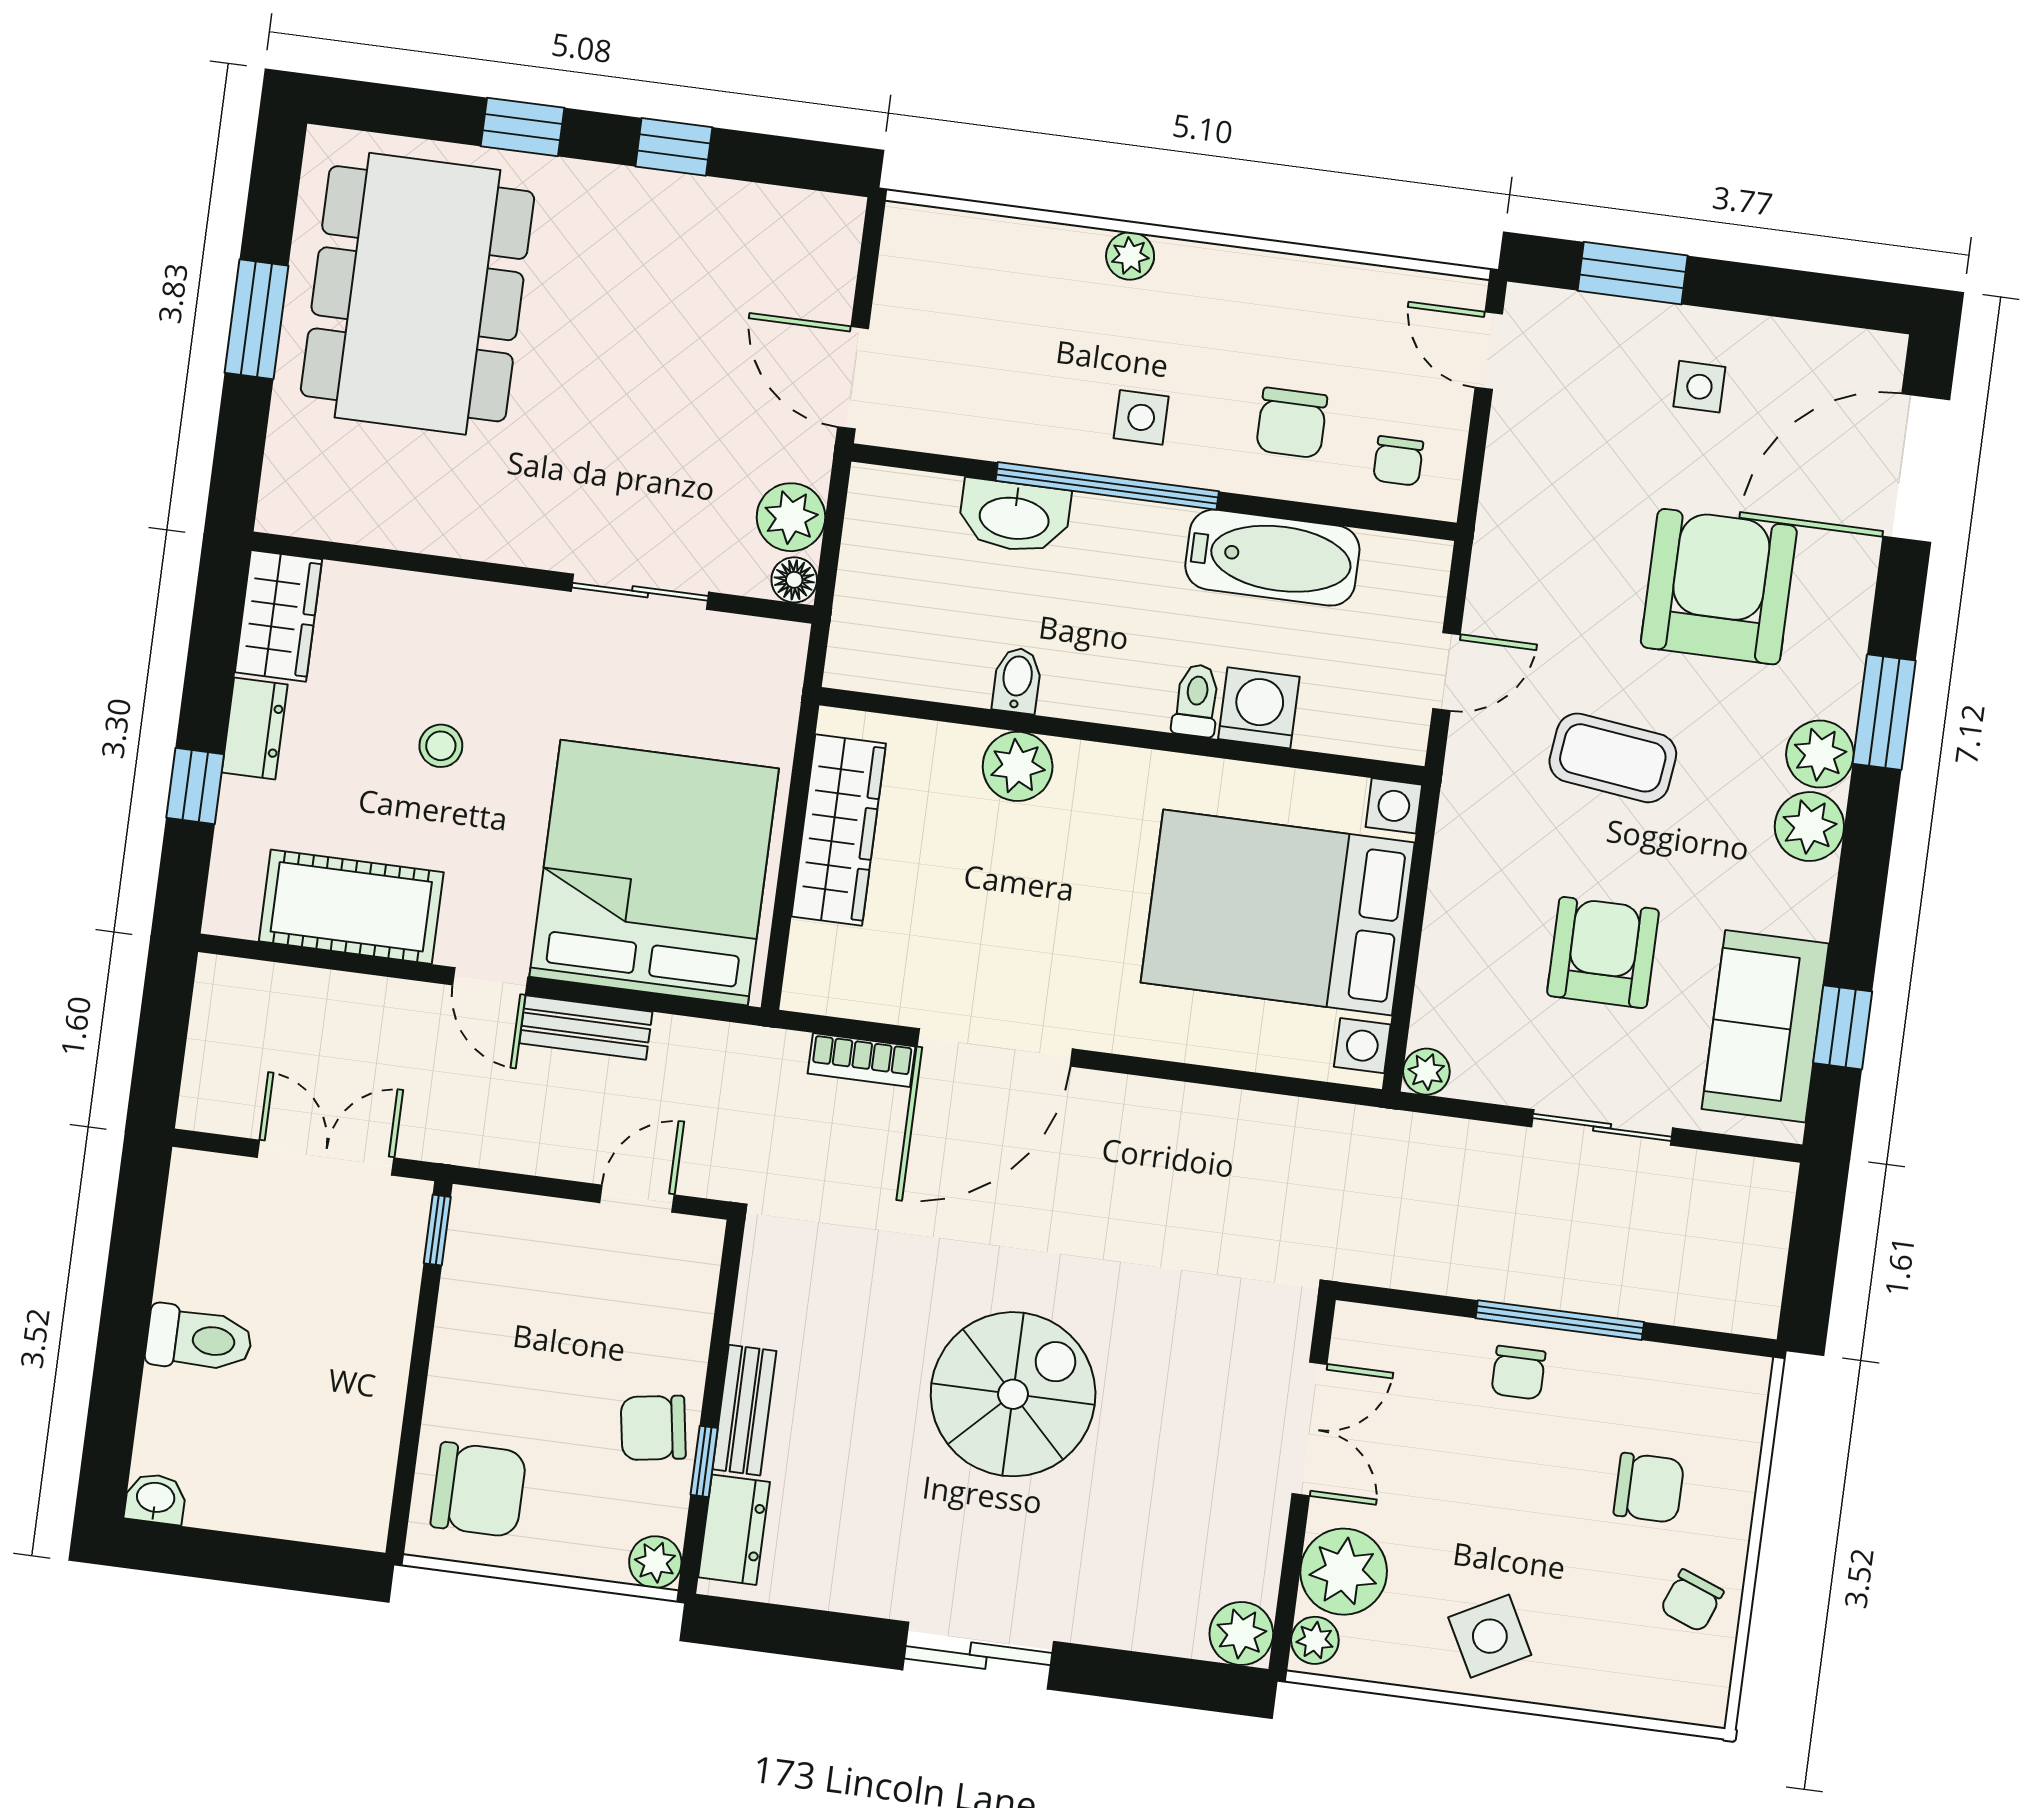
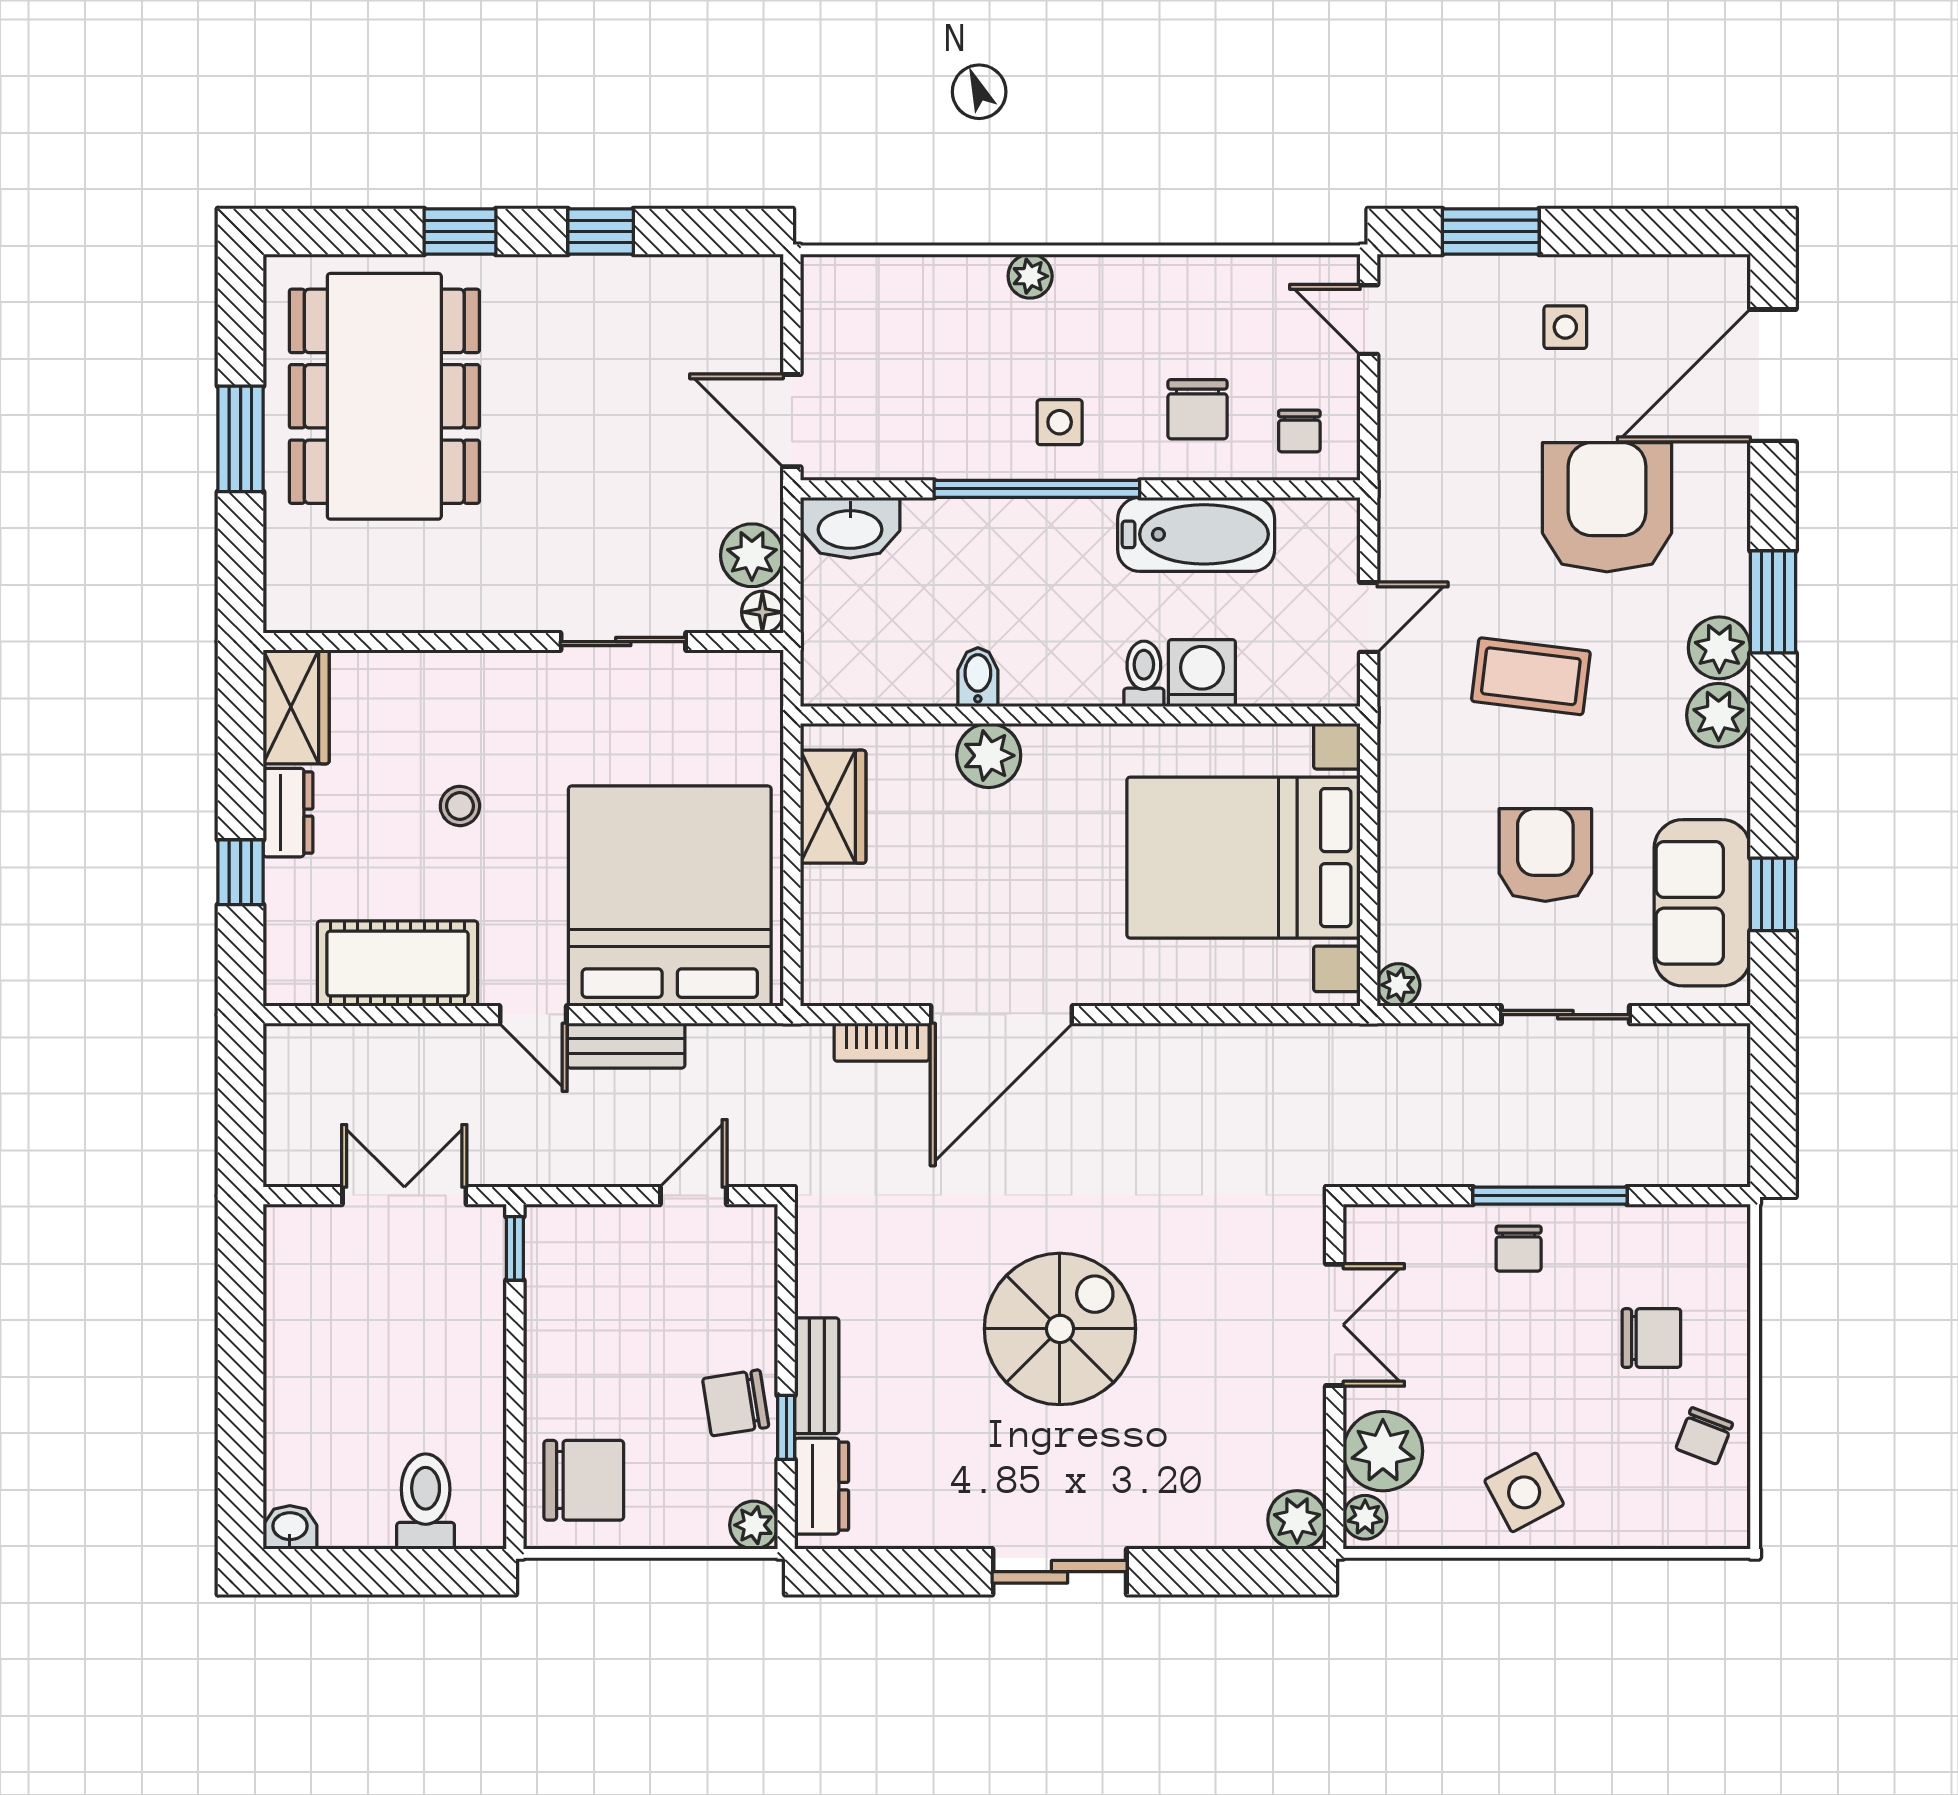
washbasin: (1014, 516) -> (850, 528), moved
wardrobe: (839, 830) -> (833, 807), width x0.67
toilet: (199, 1339) -> (426, 1502), moved, turned -90

